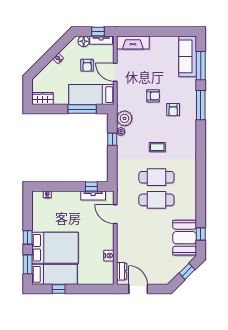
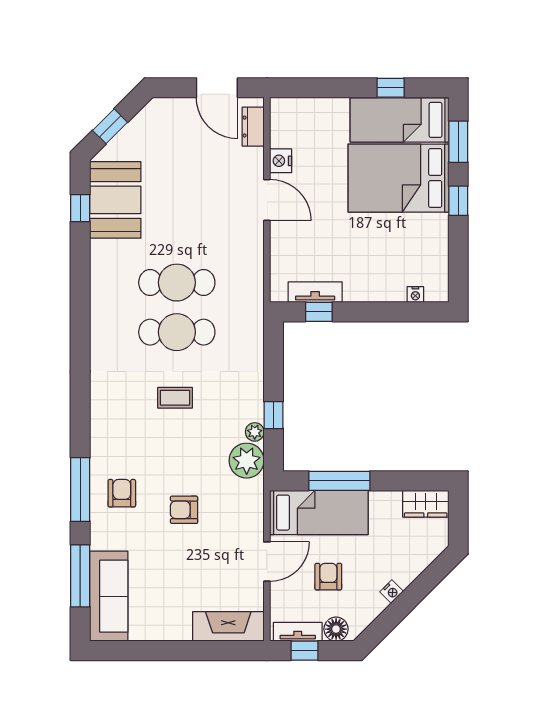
door: (115, 72) -> (267, 562), hinge flipped
armchair: (173, 110) -> (122, 493), moved
door: (115, 214) -> (267, 200), moved

